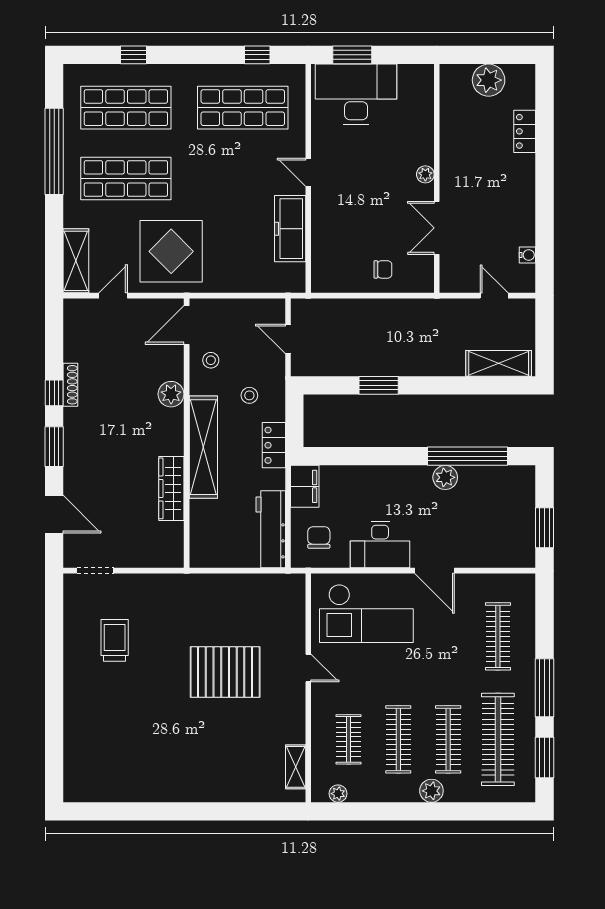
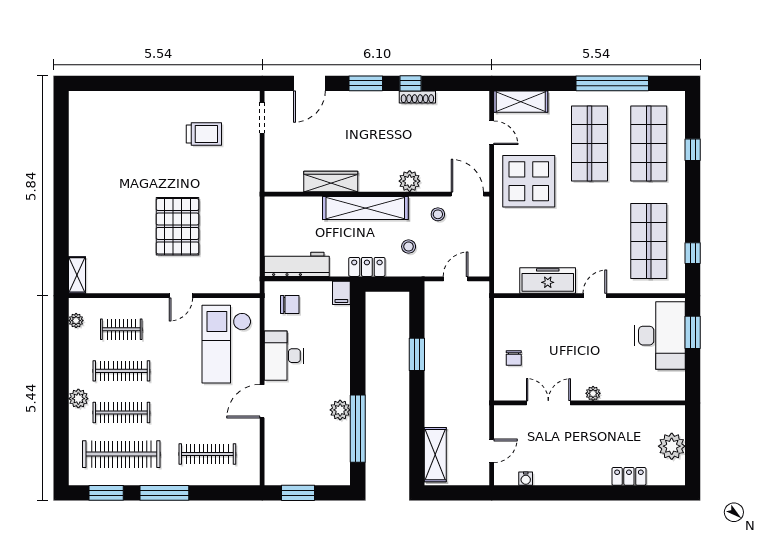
filing cabinet: (305, 486) -> (341, 293), width x0.50
shelving: (296, 767) -> (77, 275), moved, turned 90

